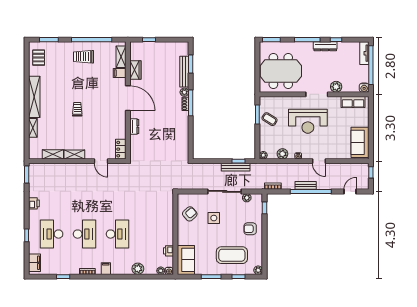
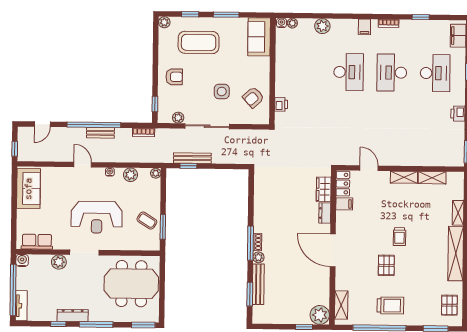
plant: (137, 49) -> (320, 315), added
wardrobe: (135, 70) -> (324, 189), moved
filing cabinet: (120, 73) -> (344, 204), moved
pallet: (87, 87) -> (386, 265), added
reception desk: (308, 121) -> (97, 217), turned 180
desk: (117, 234) -> (349, 72), turned 180
printer: (169, 251) -> (281, 104), moved

